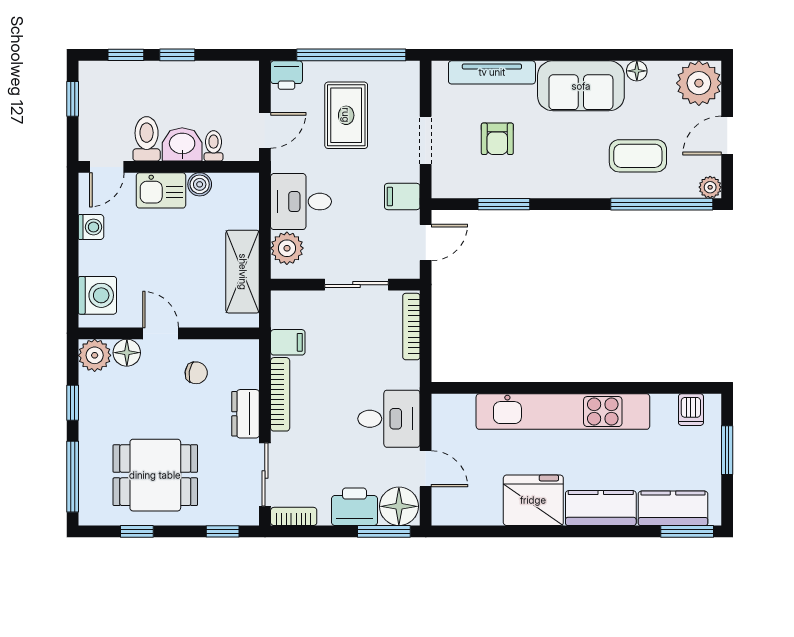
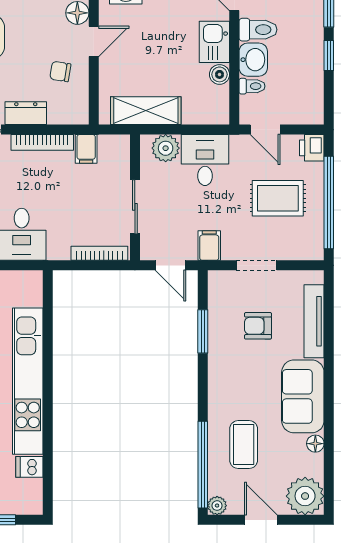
chair: (196, 373) -> (60, 72), turned 90
dishwasher: (691, 410) -> (29, 467), moved

